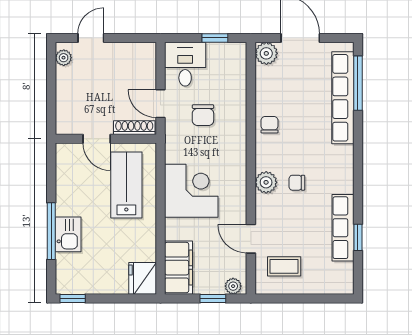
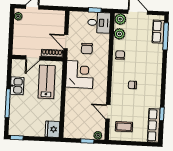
desk: (185, 64) -> (99, 23), moved, turned 90
row of seats: (343, 98) -> (158, 32), width x0.50
door: (97, 139) -> (33, 58), hinge flipped
plant: (266, 182) -> (119, 34), moved
corner desk: (191, 191) -> (80, 74), moved
row of seats: (343, 228) -> (154, 125), moved
kitchen sink: (68, 234) -> (17, 86), moved
filing cabinet: (179, 268) -> (71, 125), removed

